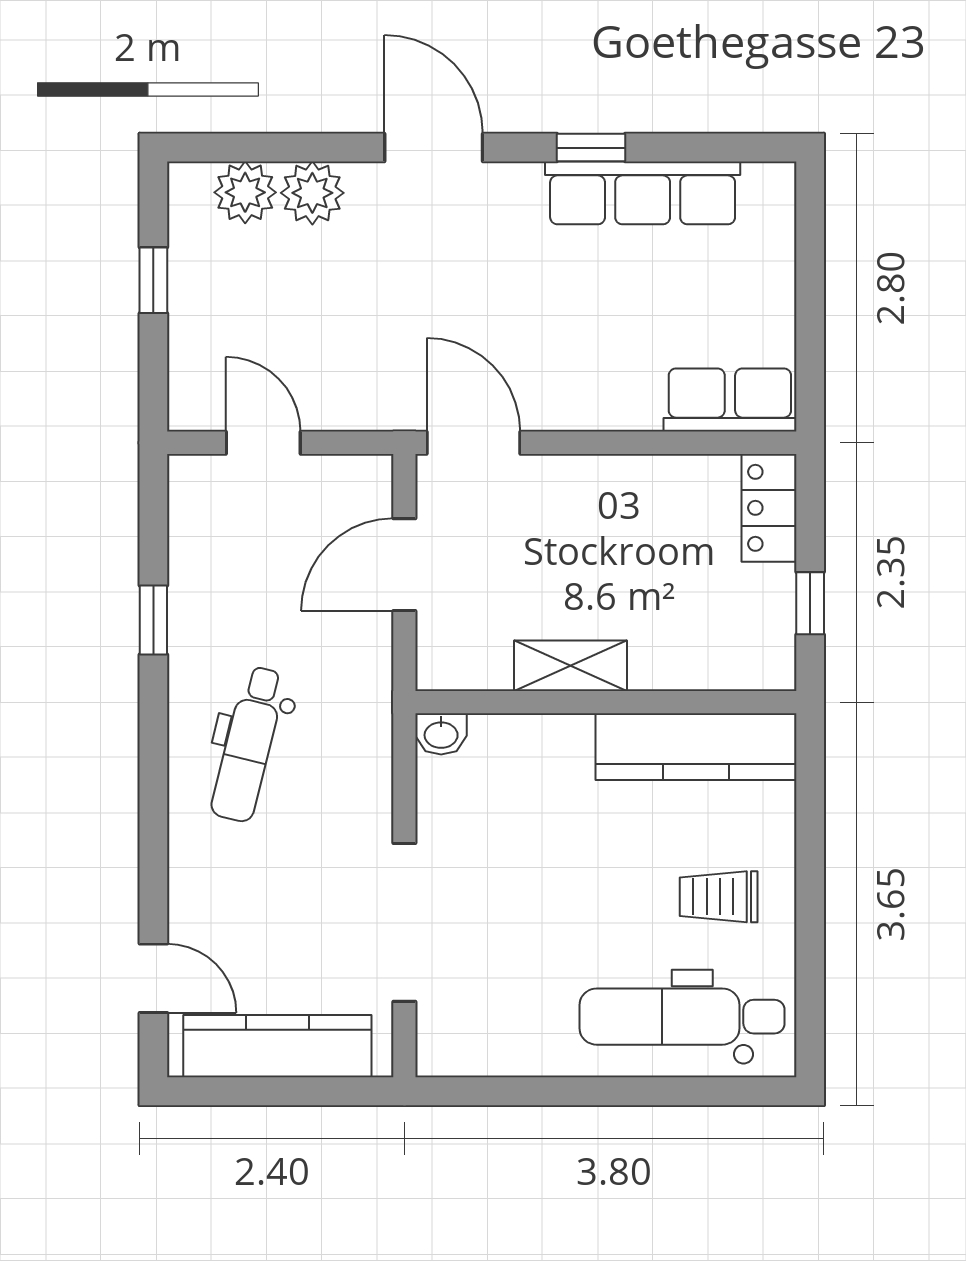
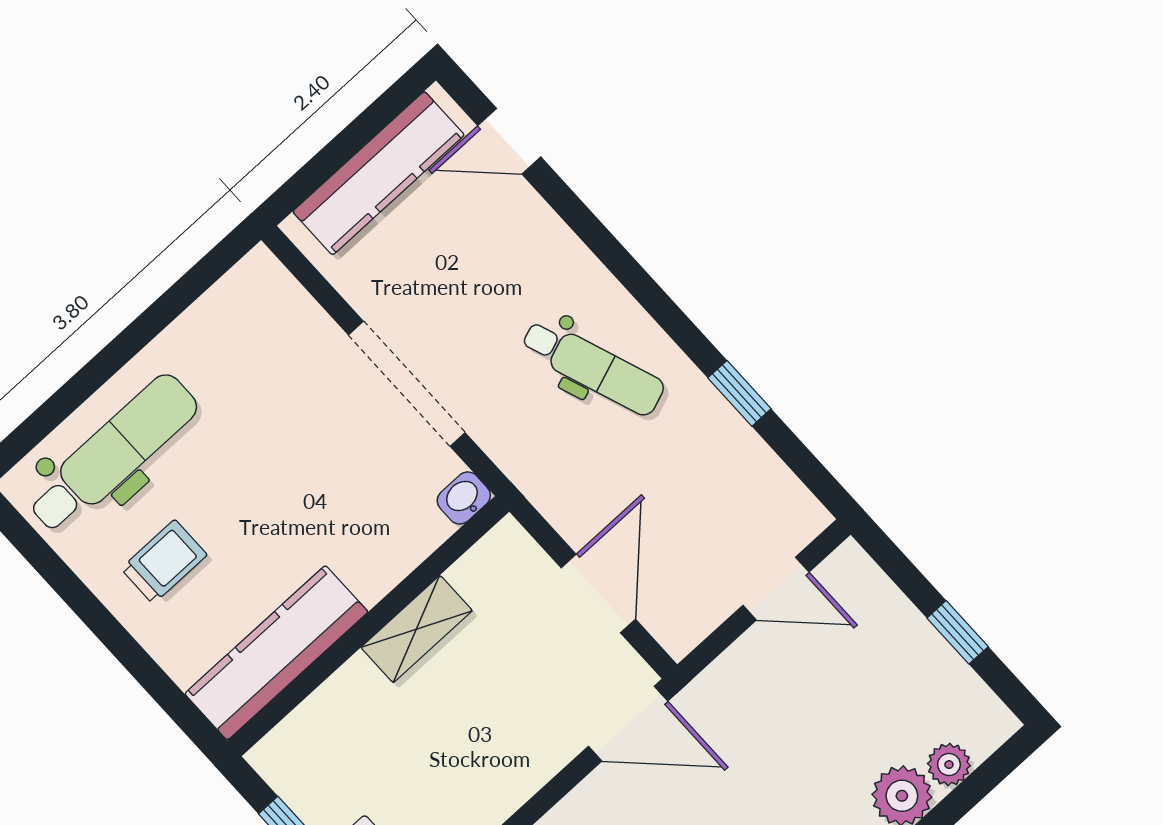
plant: (245, 192) -> (949, 765), width x0.73, depth x0.73
dental chair: (248, 744) -> (593, 367), turned 146
doorway: (404, 922) -> (407, 384), moved

